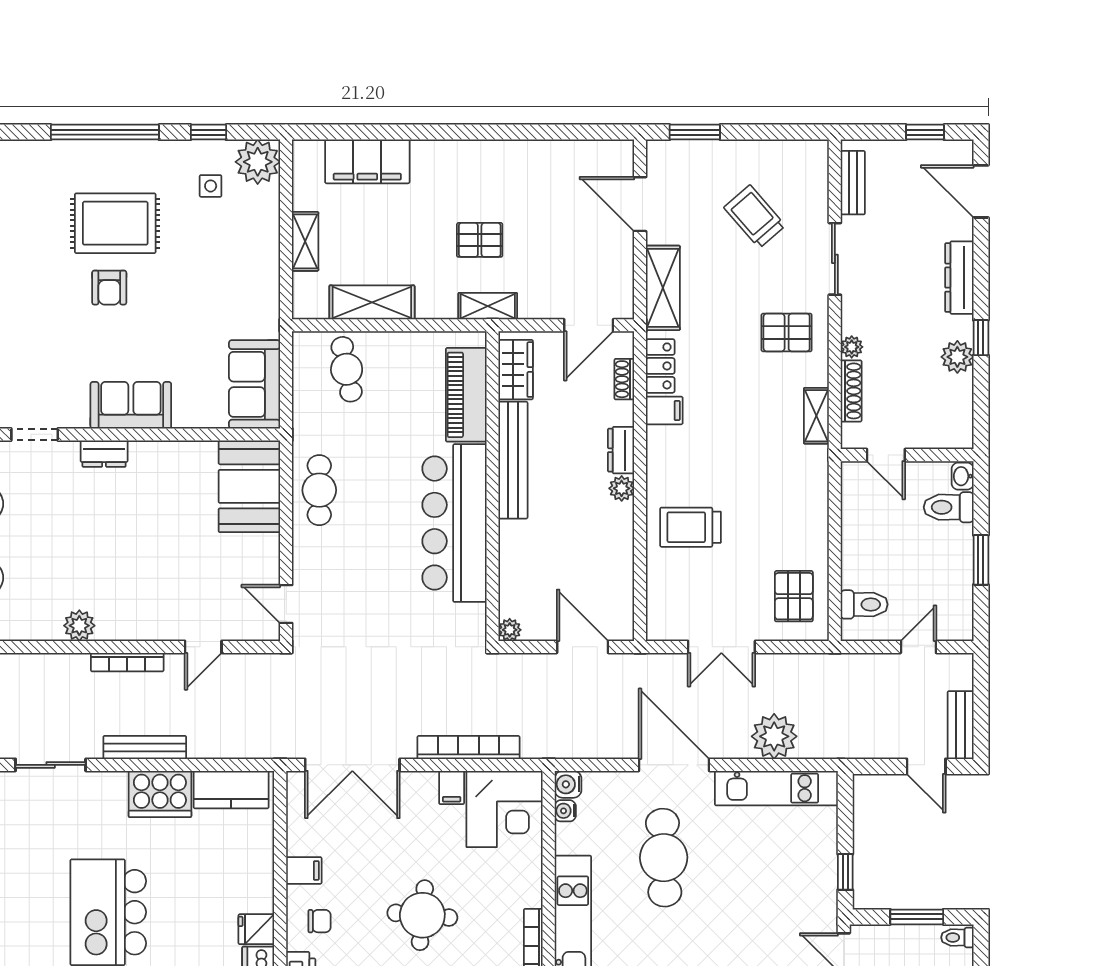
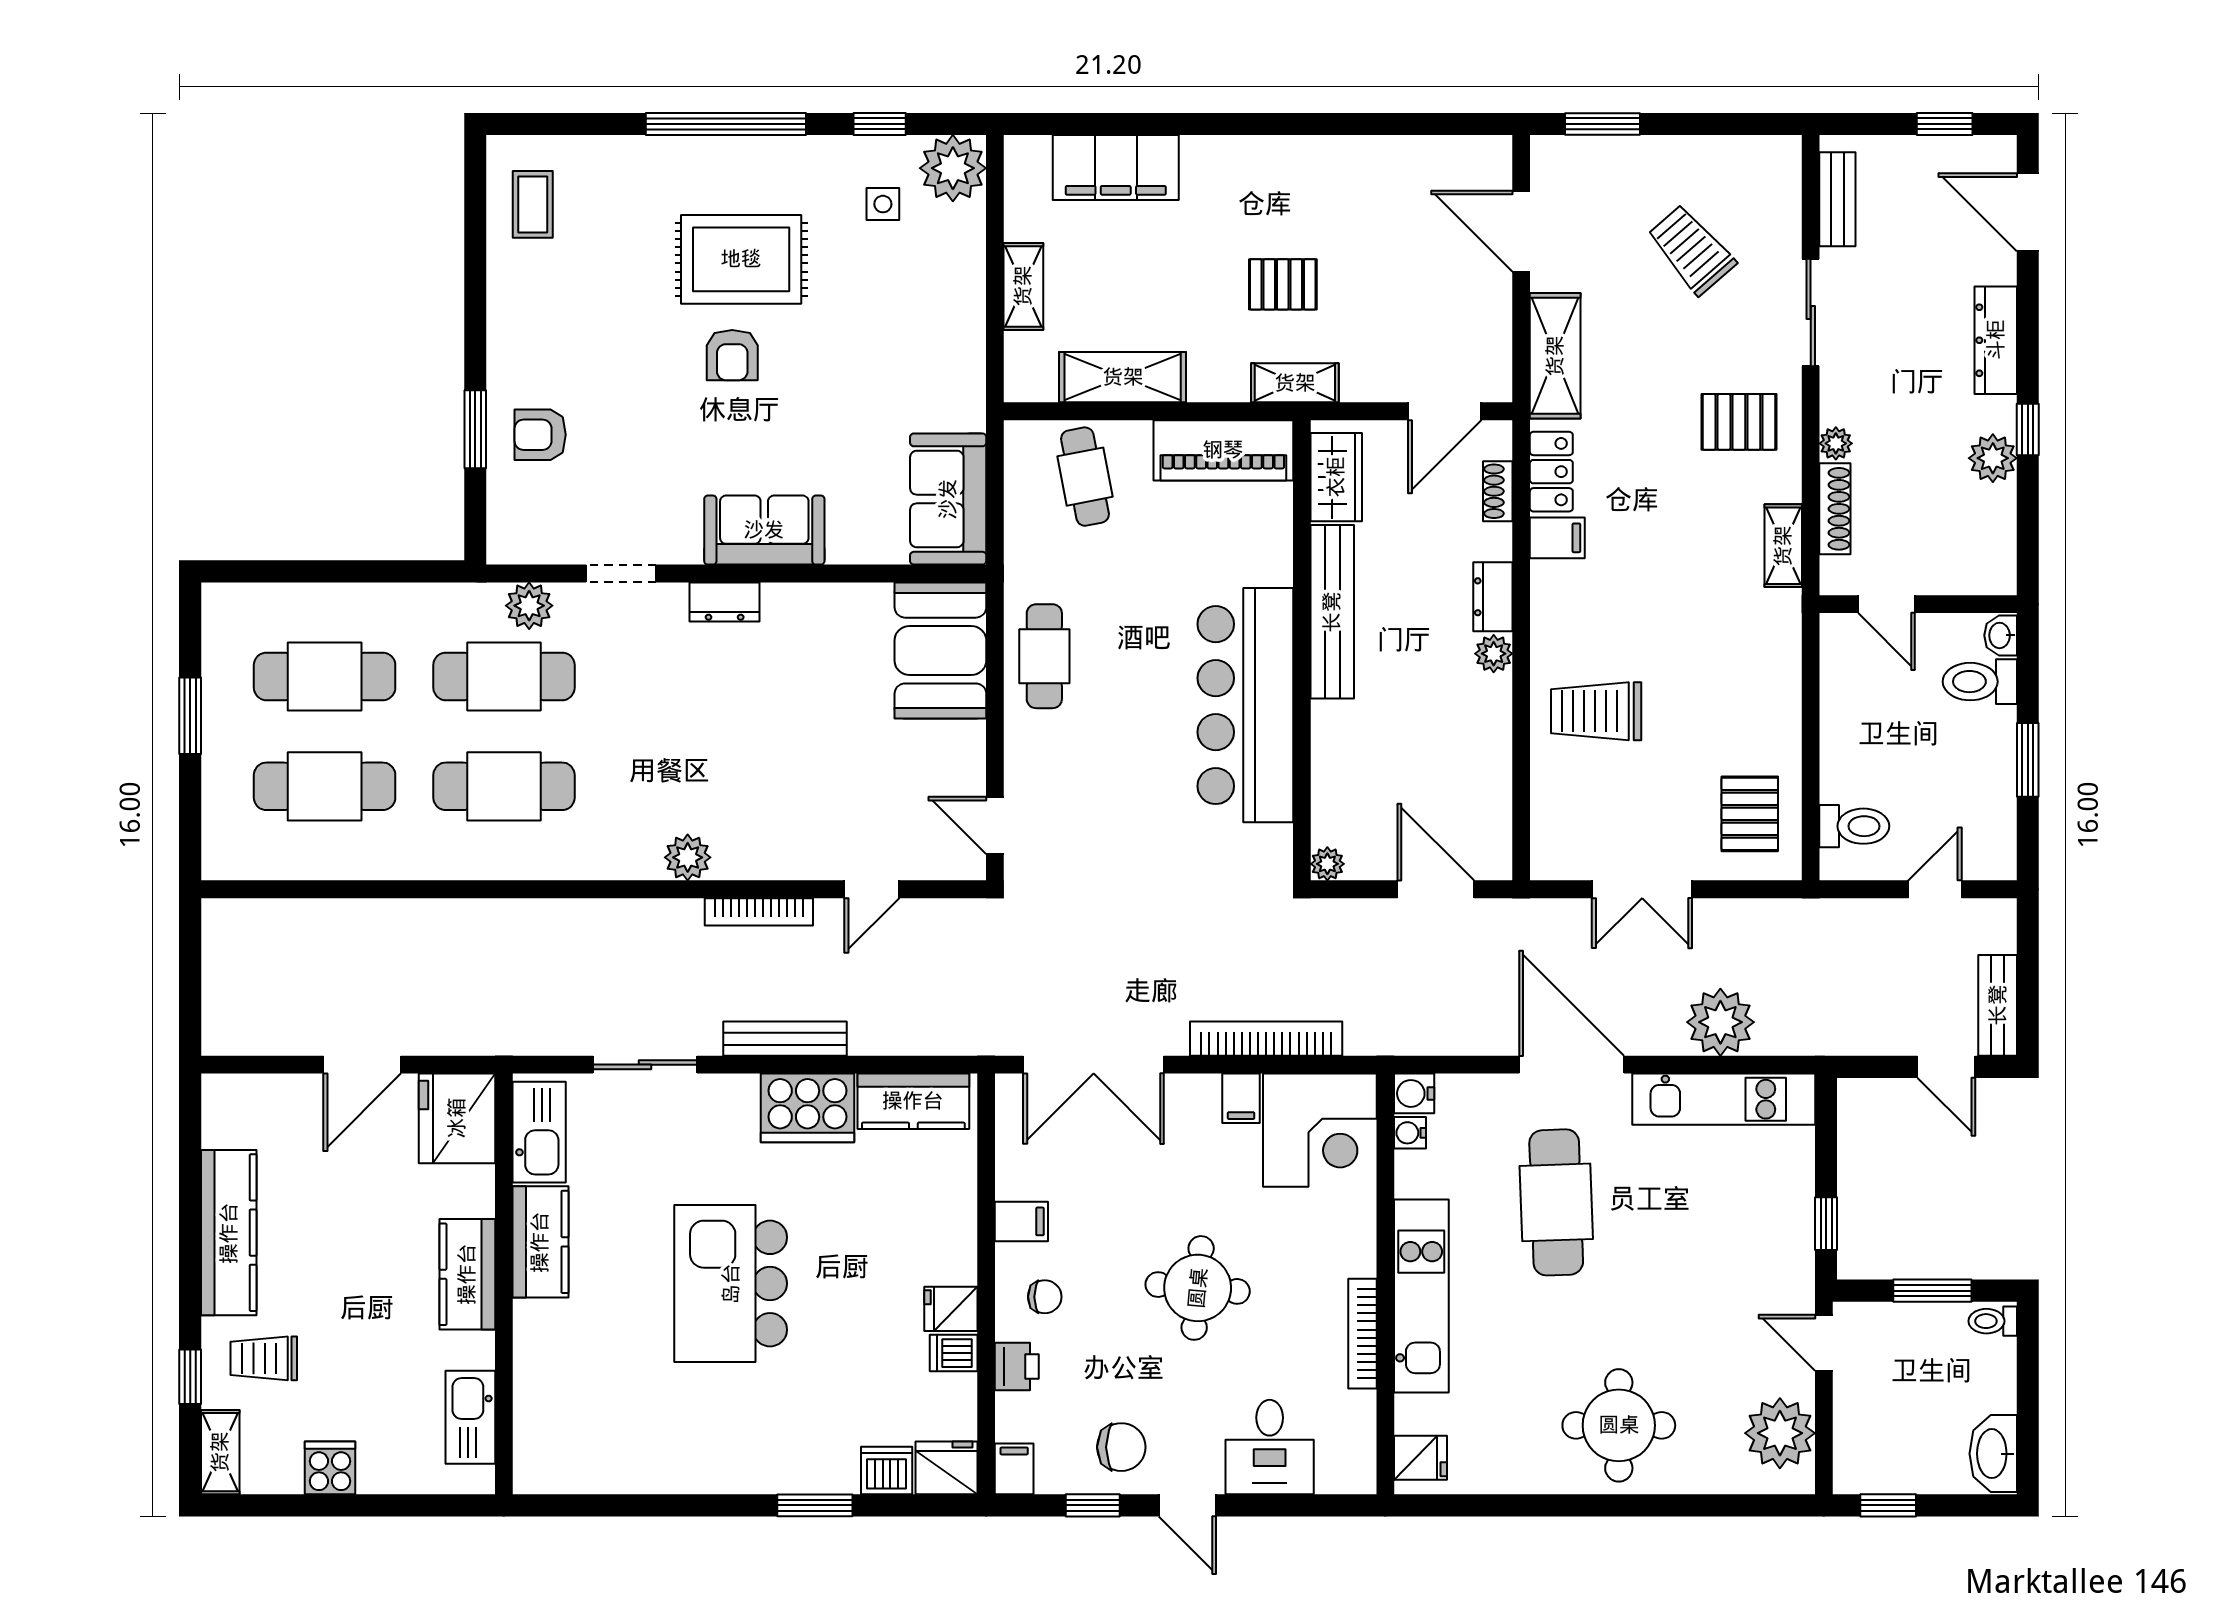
piano: (466, 395) -> (1223, 450), moved, turned -90

